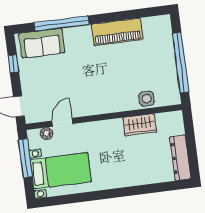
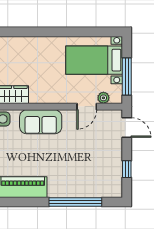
sofa: (42, 43) -> (41, 122), moved, turned 180

